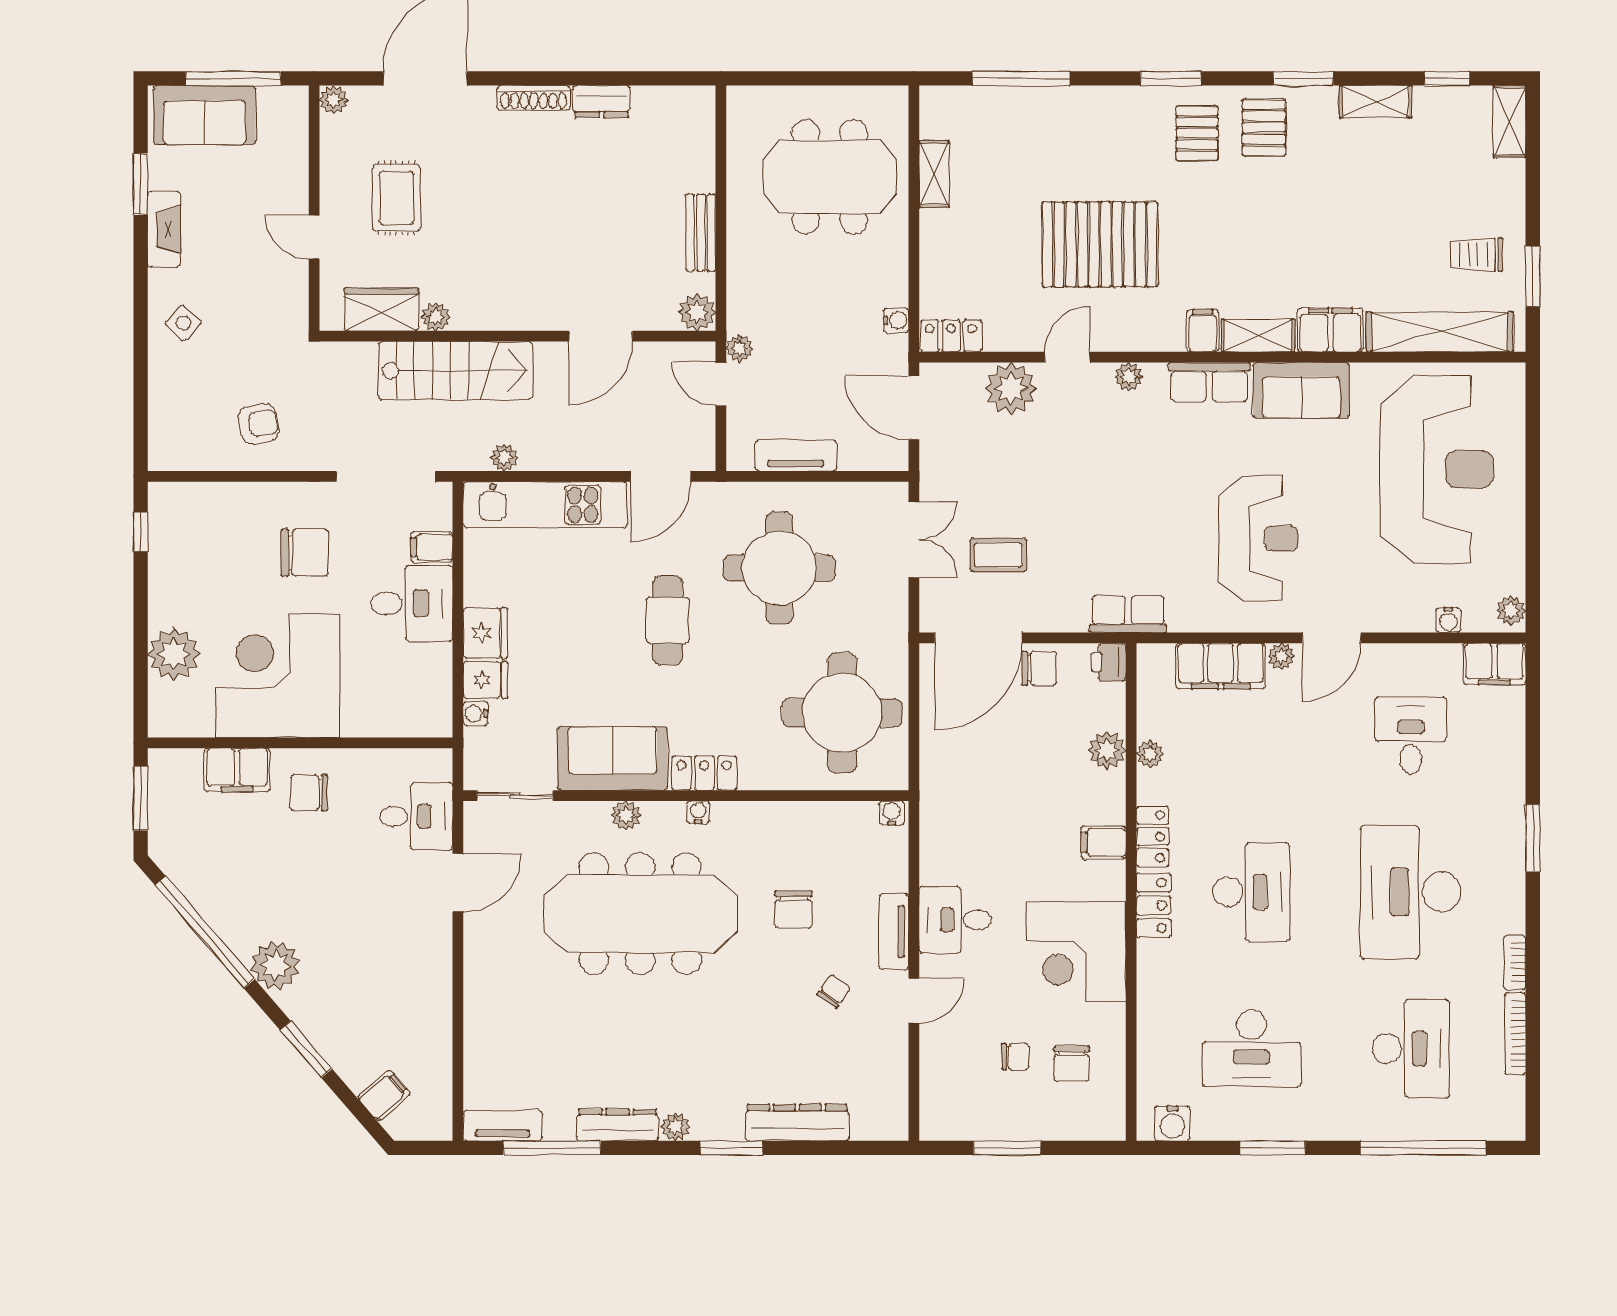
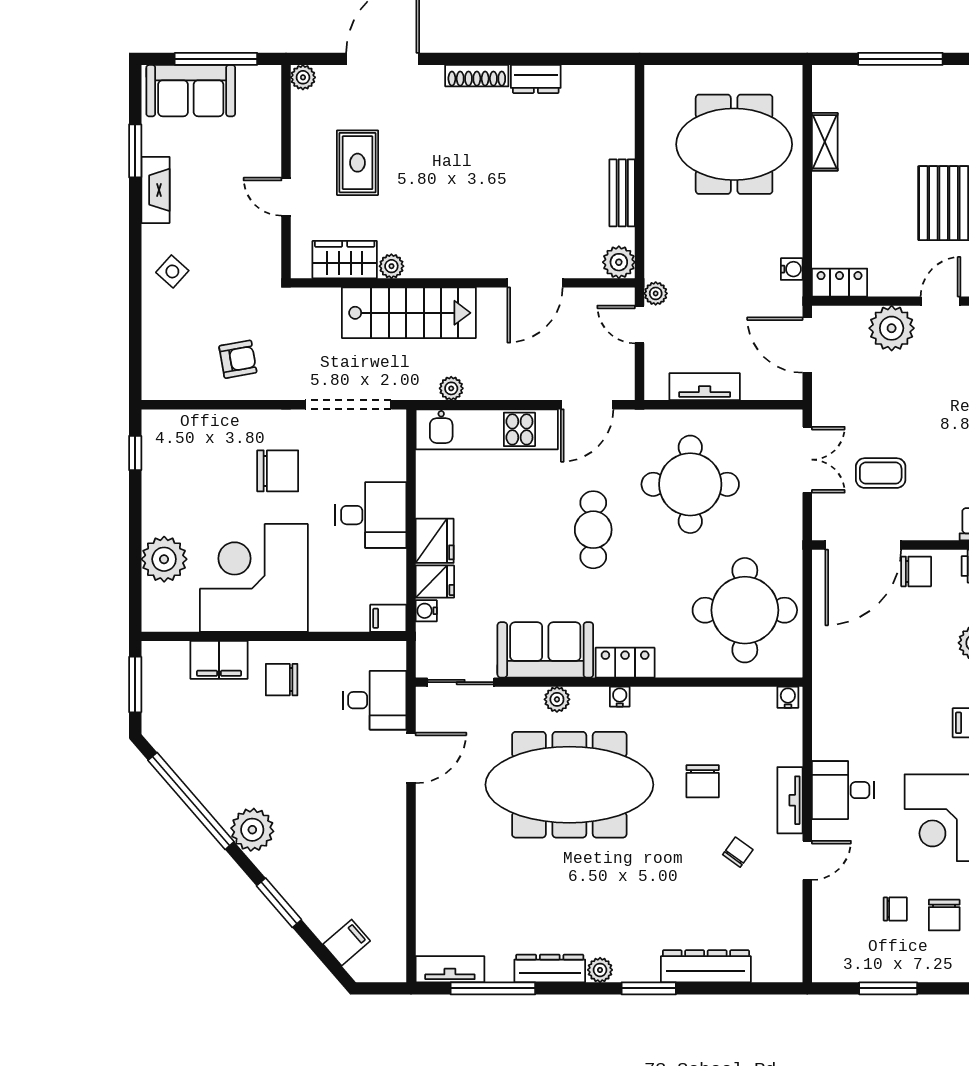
filing cabinet: (432, 547) -> (388, 618), moved

